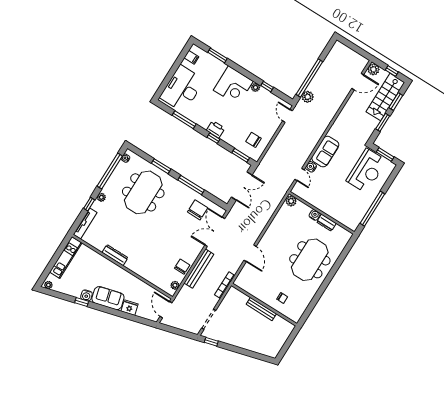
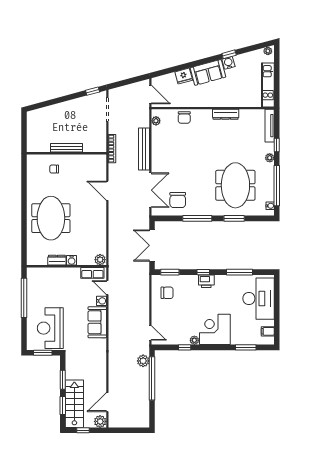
row of seats: (304, 194) -> (92, 273), added
chair: (182, 267) -> (184, 117), moved

